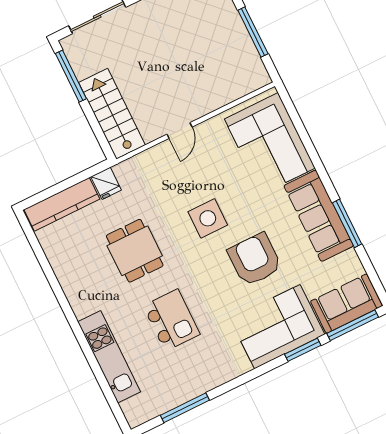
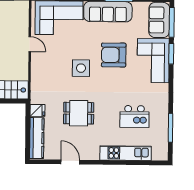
door: (180, 131) -> (30, 44), moved
door: (51, 276) -> (70, 162), added
kitchen island: (172, 320) -> (134, 117), moved, turned 180

